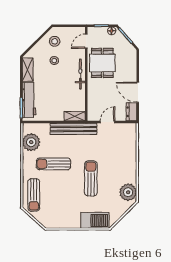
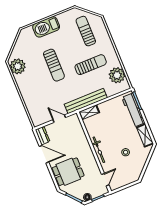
stool: (55, 41) -> (132, 169), removed
dining table: (102, 63) -> (68, 172), moved, turned 90
door: (108, 122) -> (59, 119), swing flipped
sun lounger: (34, 195) -> (86, 31), moved
barbecue: (95, 220) -> (46, 27), moved

